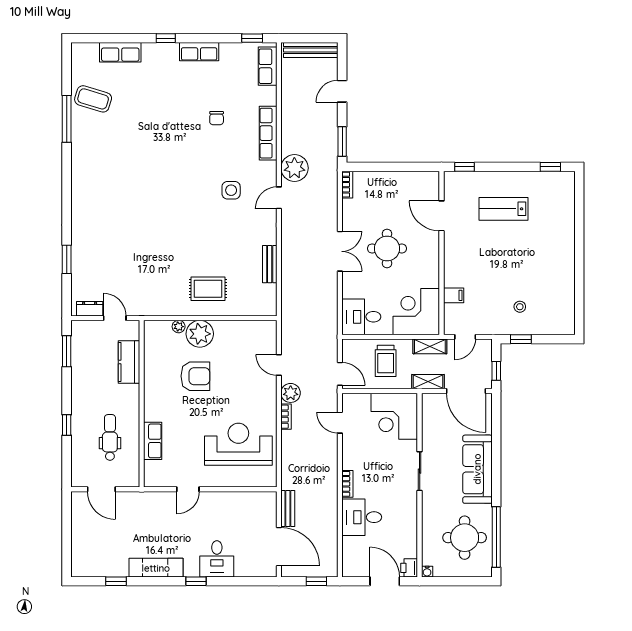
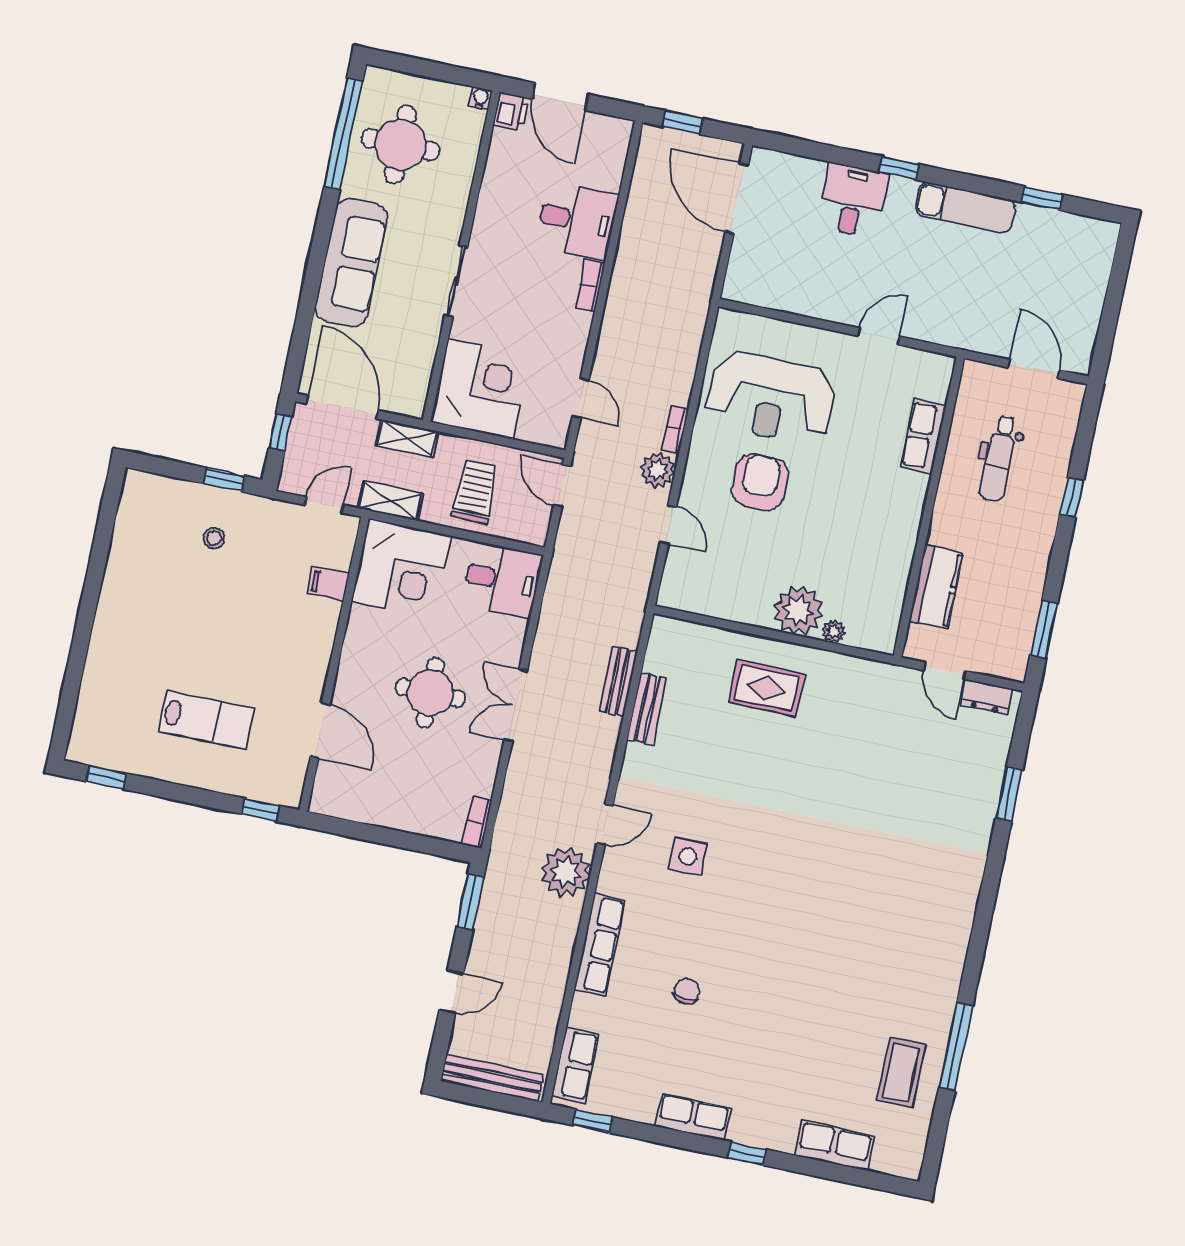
coffee table: (93, 99) -> (901, 1072), turned 73
armchair: (195, 376) -> (760, 482), moved, turned 90
bench: (288, 509) -> (618, 681), moved

